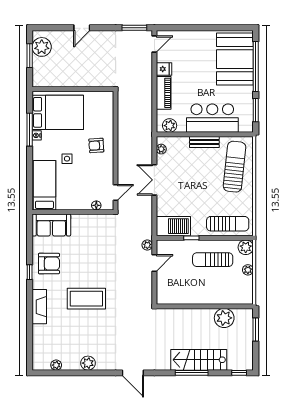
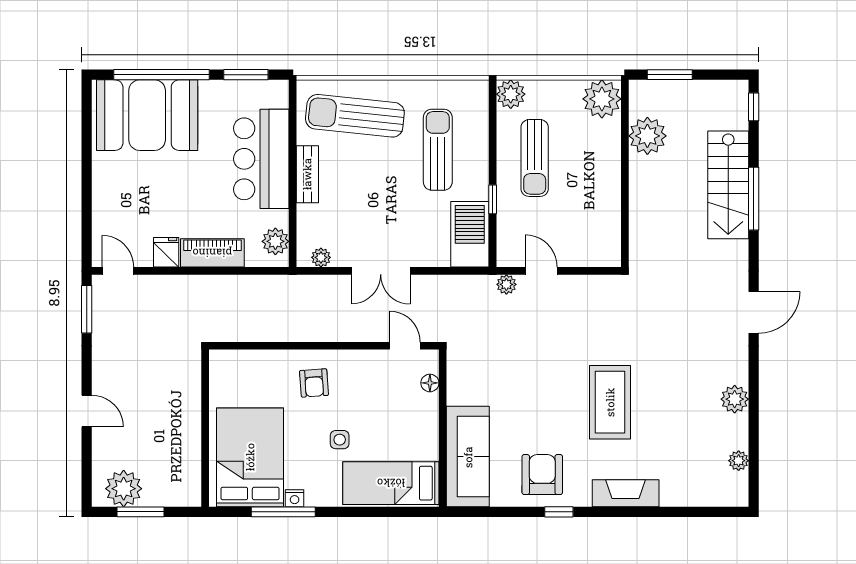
sun lounger: (228, 224) -> (438, 150), moved
sofa: (51, 225) -> (468, 457), width x1.36
plant: (248, 270) -> (602, 99), moved, width x1.88, depth x1.88

